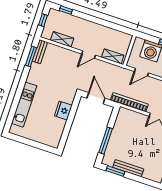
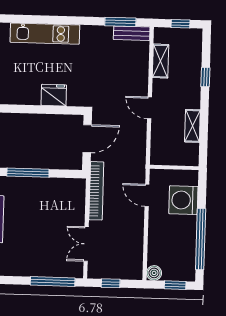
window: (66, 10) -> (205, 77), moved
shelving: (113, 56) -> (192, 126), moved

